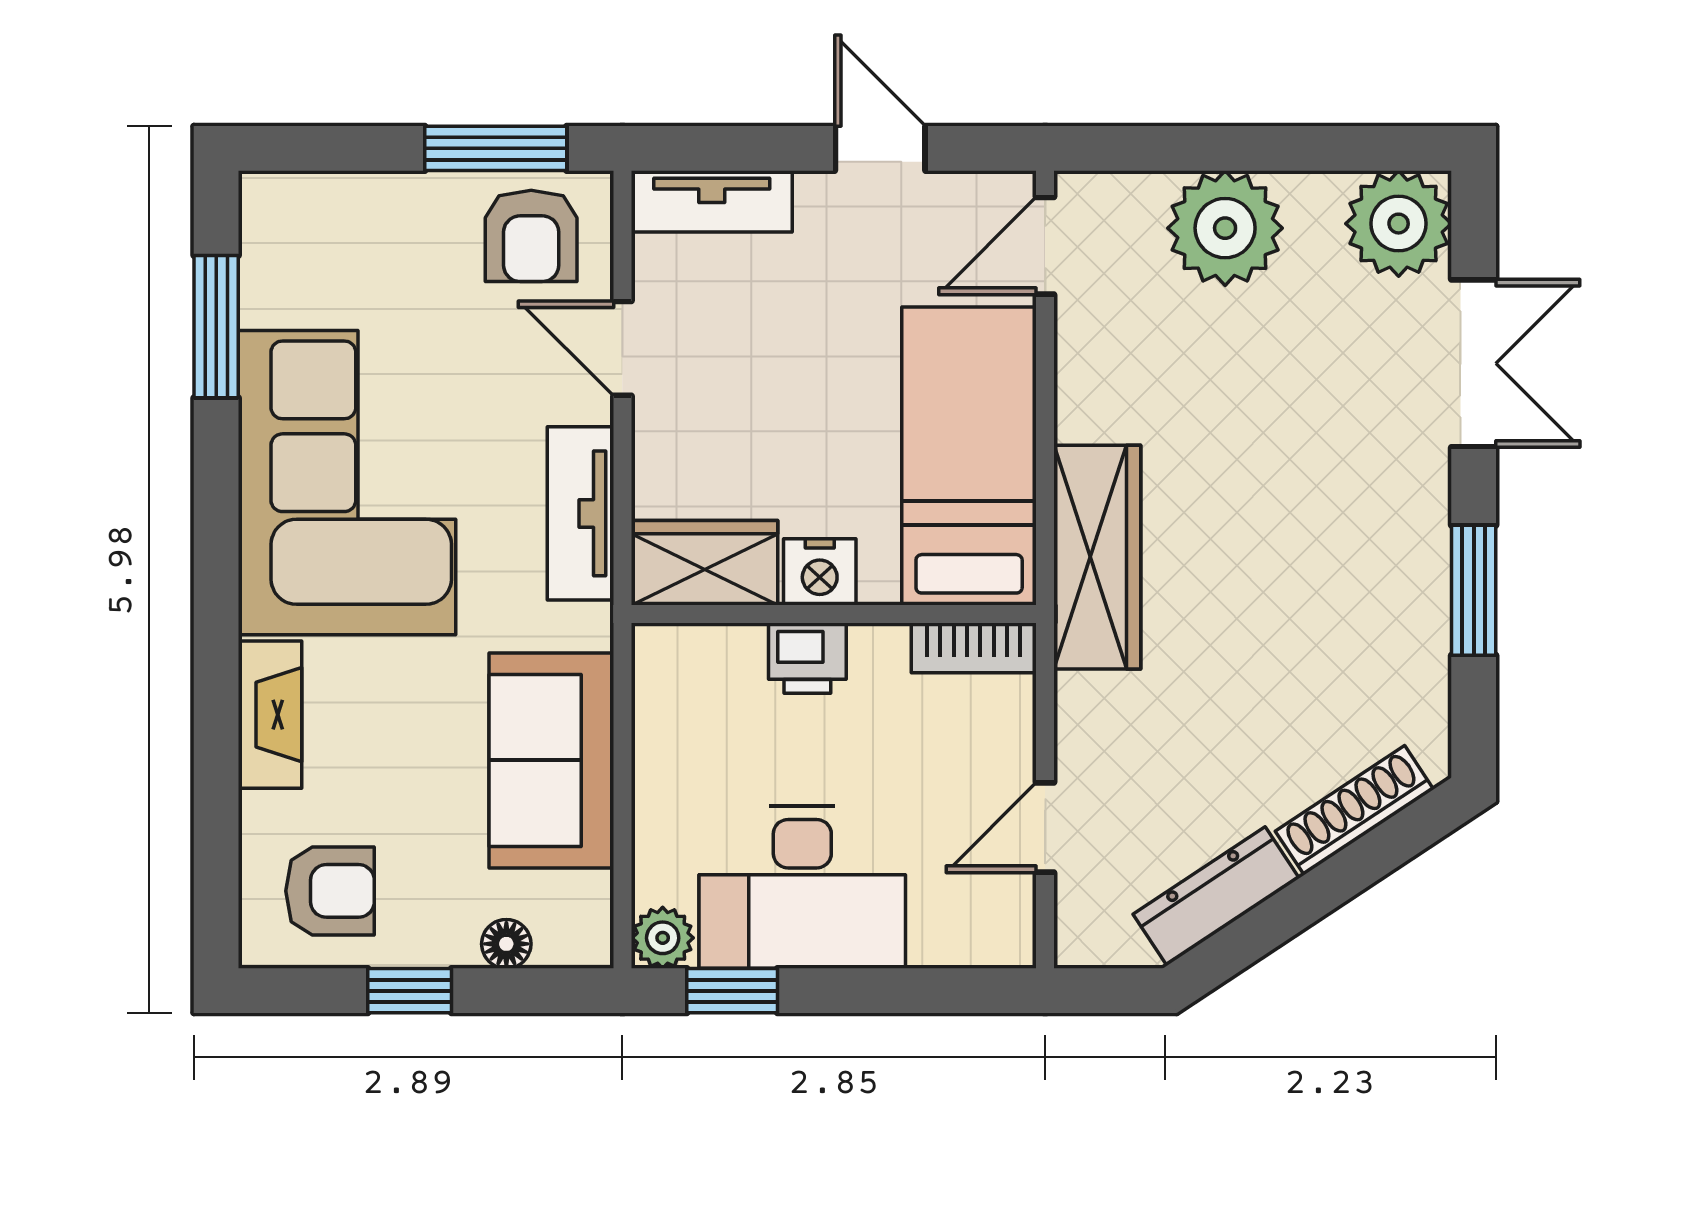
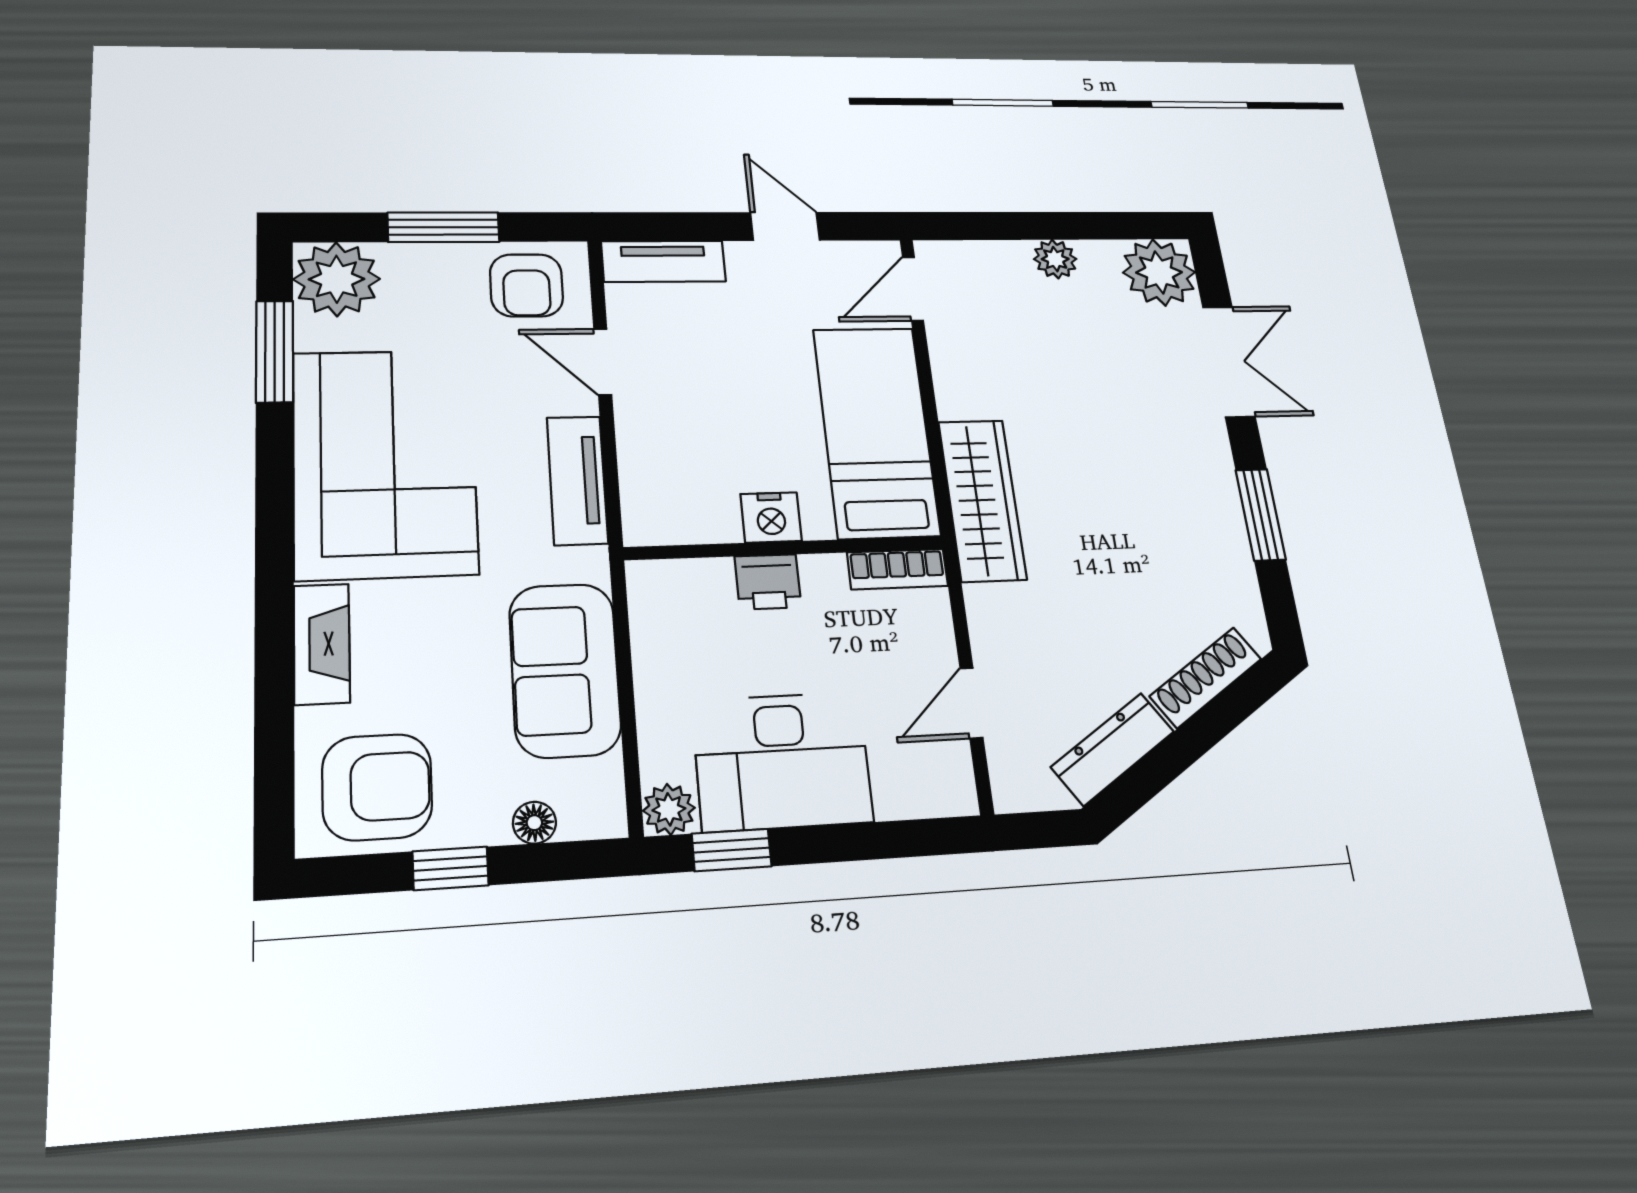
window: (496, 148) -> (444, 227), moved
plant: (292, 225) -> (337, 279), added
plant: (1225, 228) -> (1055, 259), width x0.53, depth x0.53
wardrobe: (705, 563) -> (679, 514), removed
armchair: (330, 891) -> (377, 787), width x1.38, depth x1.38

